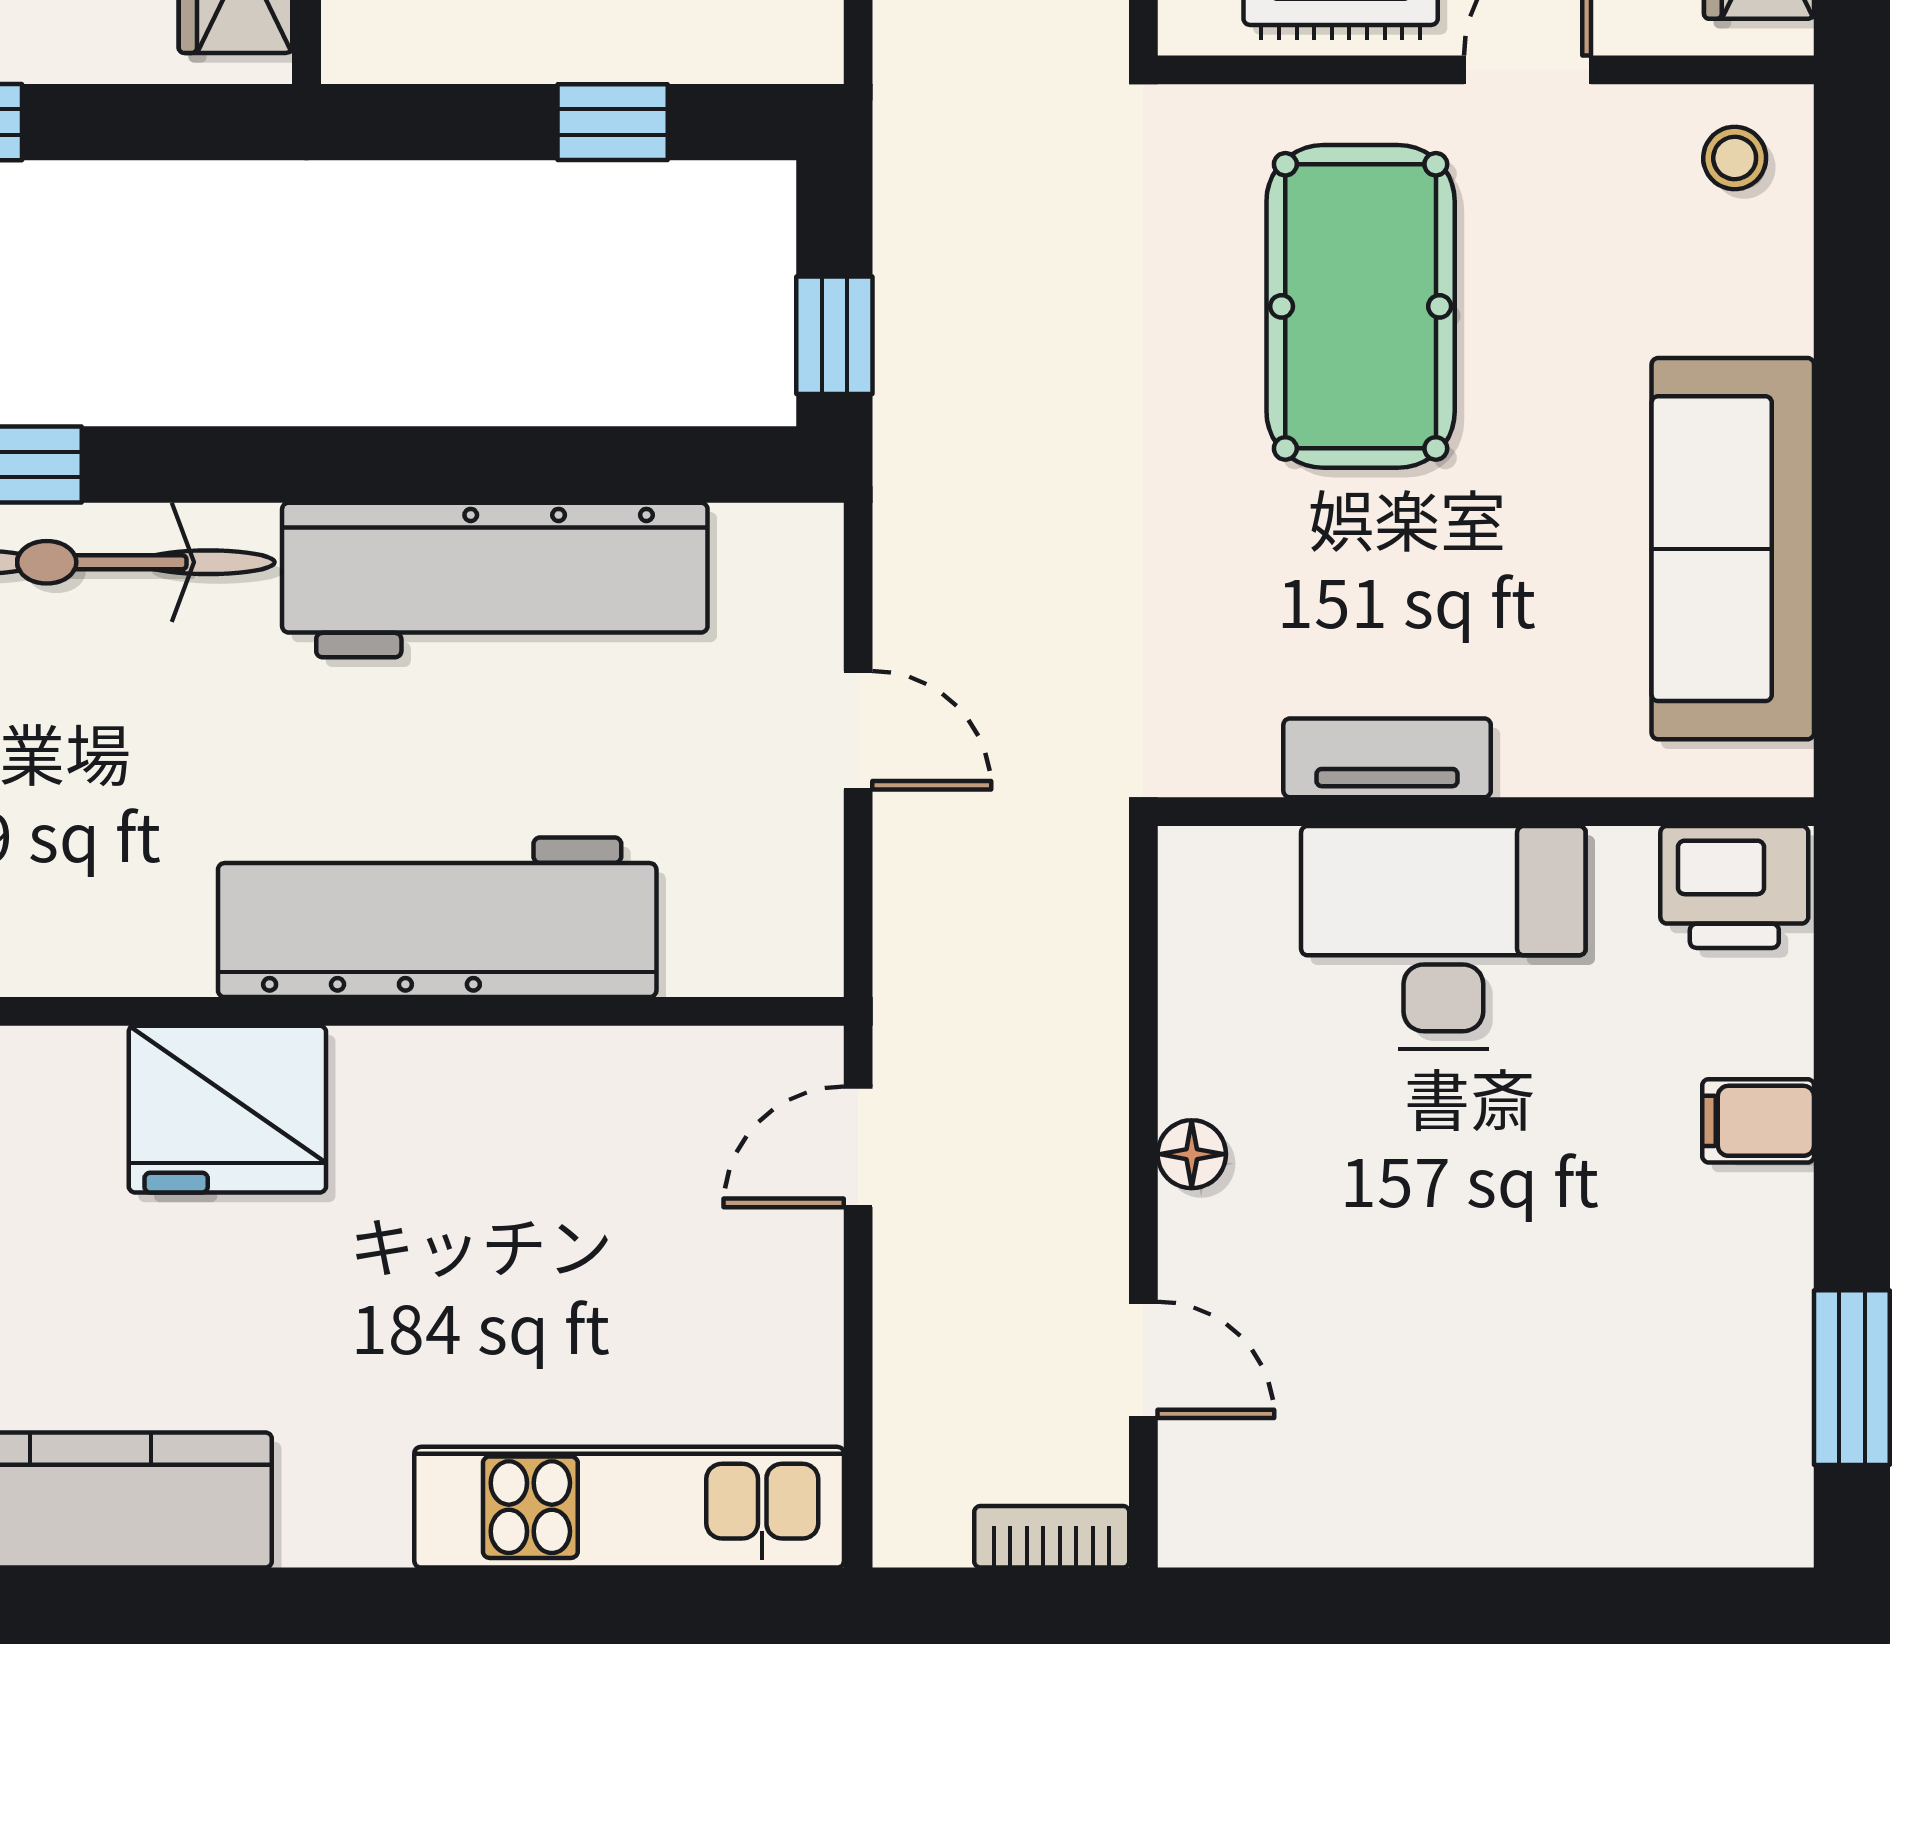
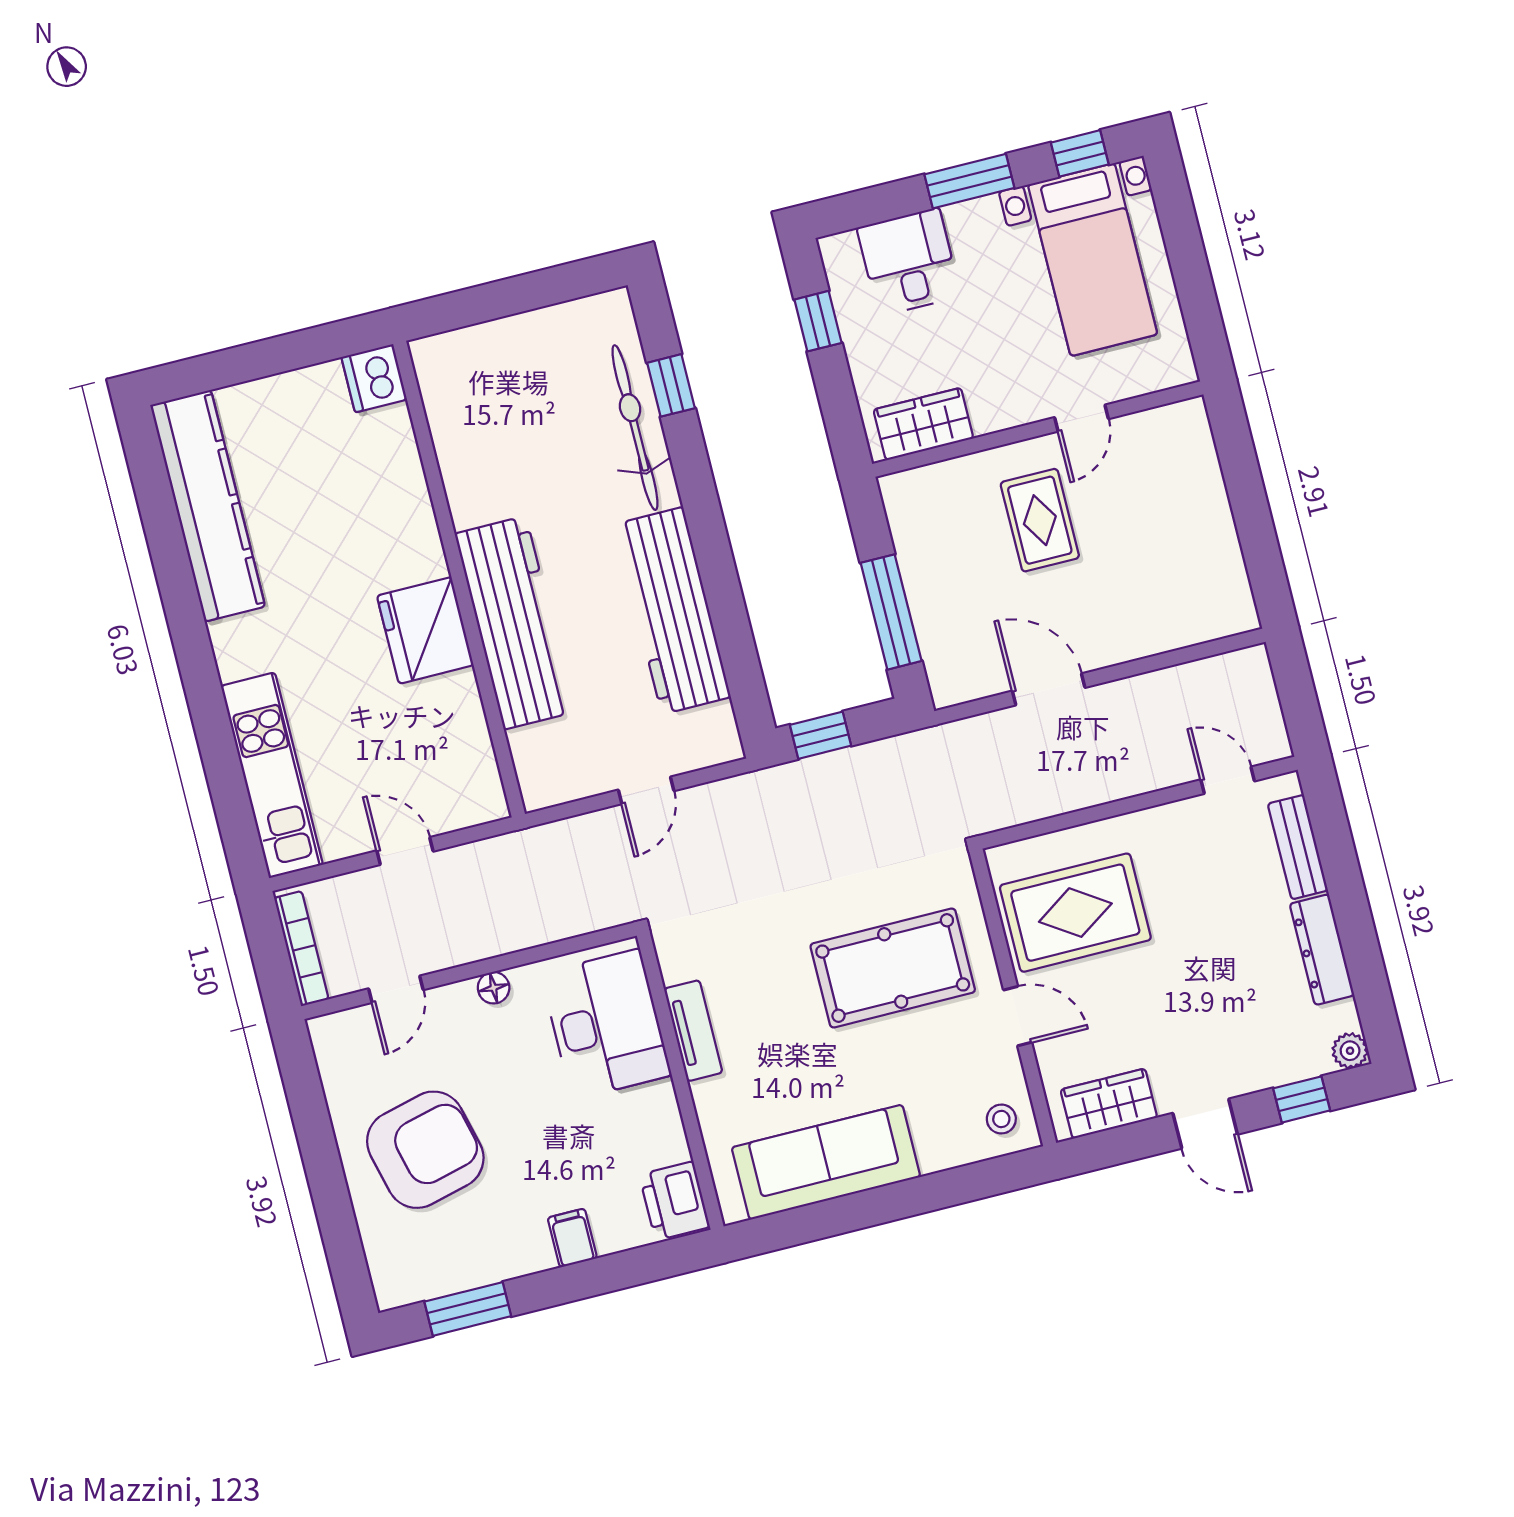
window: (613, 122) -> (891, 612), width x2.17
desk: (1443, 938) -> (606, 1024), moved
fridge: (227, 1109) -> (425, 630), moved
door: (858, 1147) -> (405, 851), moved
armchair: (1496, 1383) -> (425, 1150), added
bookcase: (1052, 1537) -> (301, 949), width x1.56

